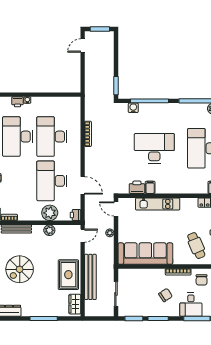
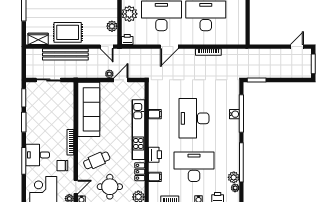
door: (83, 46) -> (297, 47), hinge flipped
water cooler: (133, 108) -> (234, 114), moved
desk: (154, 148) -> (194, 118), turned 180
door: (83, 185) -> (169, 47), moved
printer: (137, 187) -> (155, 155), moved
kitchen unit: (158, 204) -> (138, 130), width x1.36
door: (116, 209) -> (121, 80), moved
plant: (49, 230) -> (112, 26), moved
chair: (165, 295) -> (47, 130), removed

